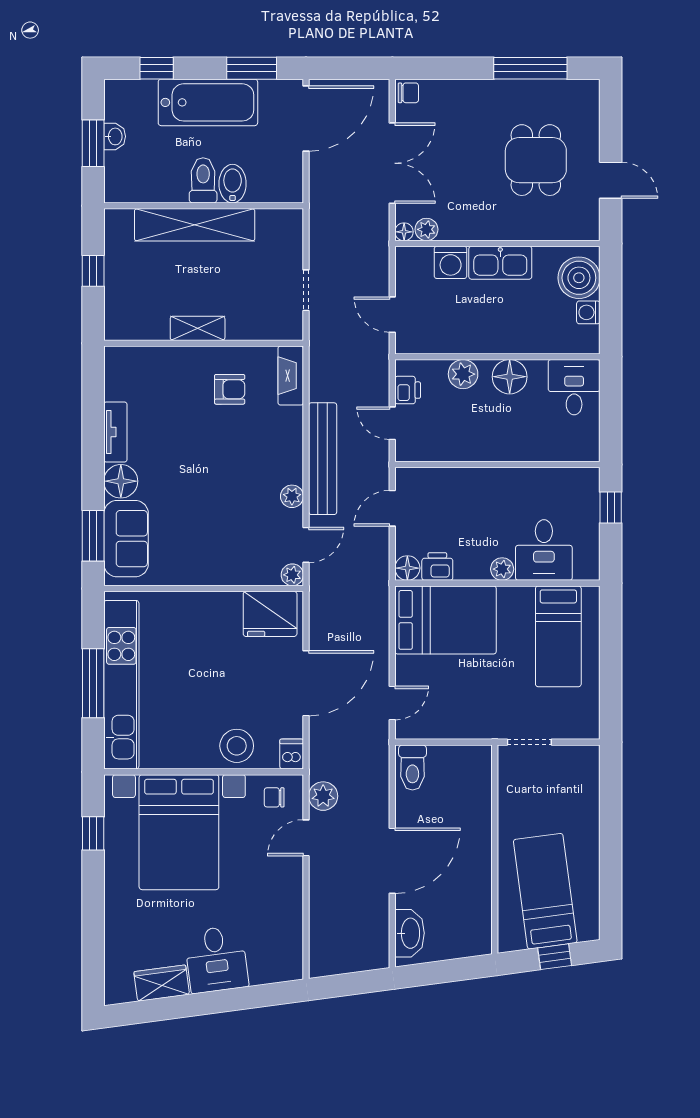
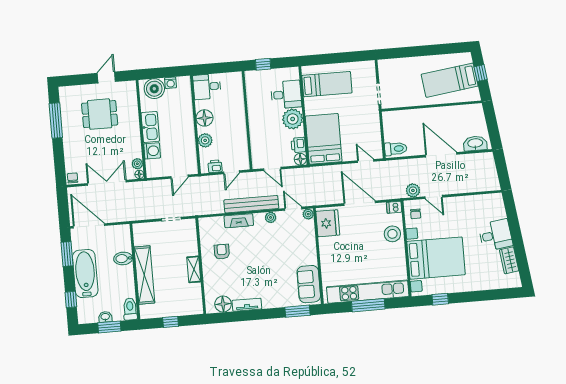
toilet: (203, 180) -> (130, 309), moved, turned 90
fireplace: (291, 376) -> (239, 221), moved
floor lamp: (121, 481) -> (223, 304), moved
sofa: (126, 539) -> (309, 284), moved, turned -90
plant: (502, 569) -> (293, 119), width x1.88, depth x1.88

